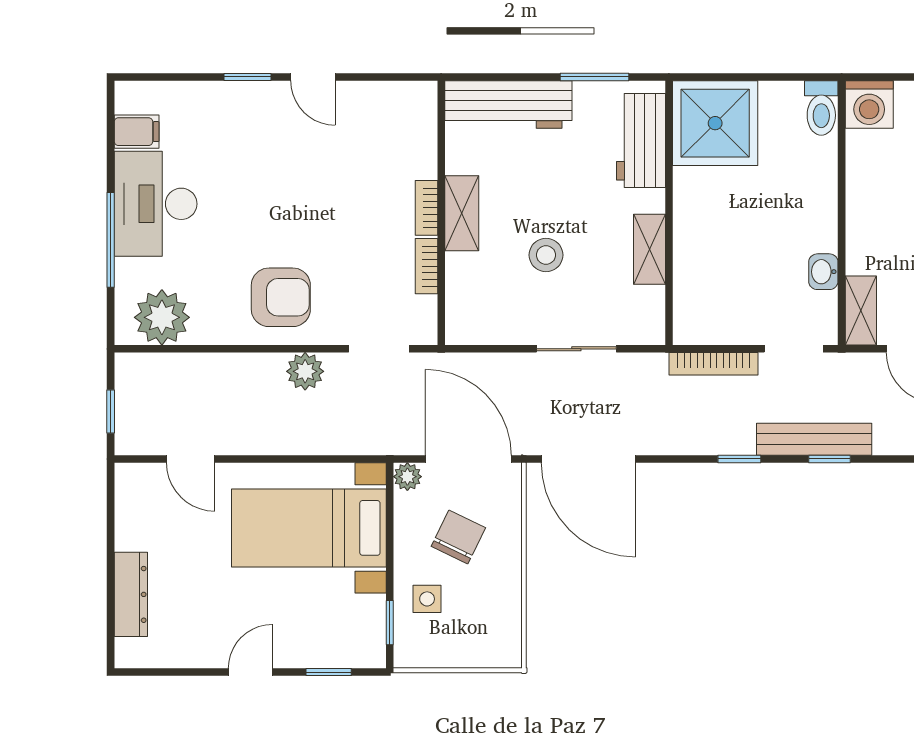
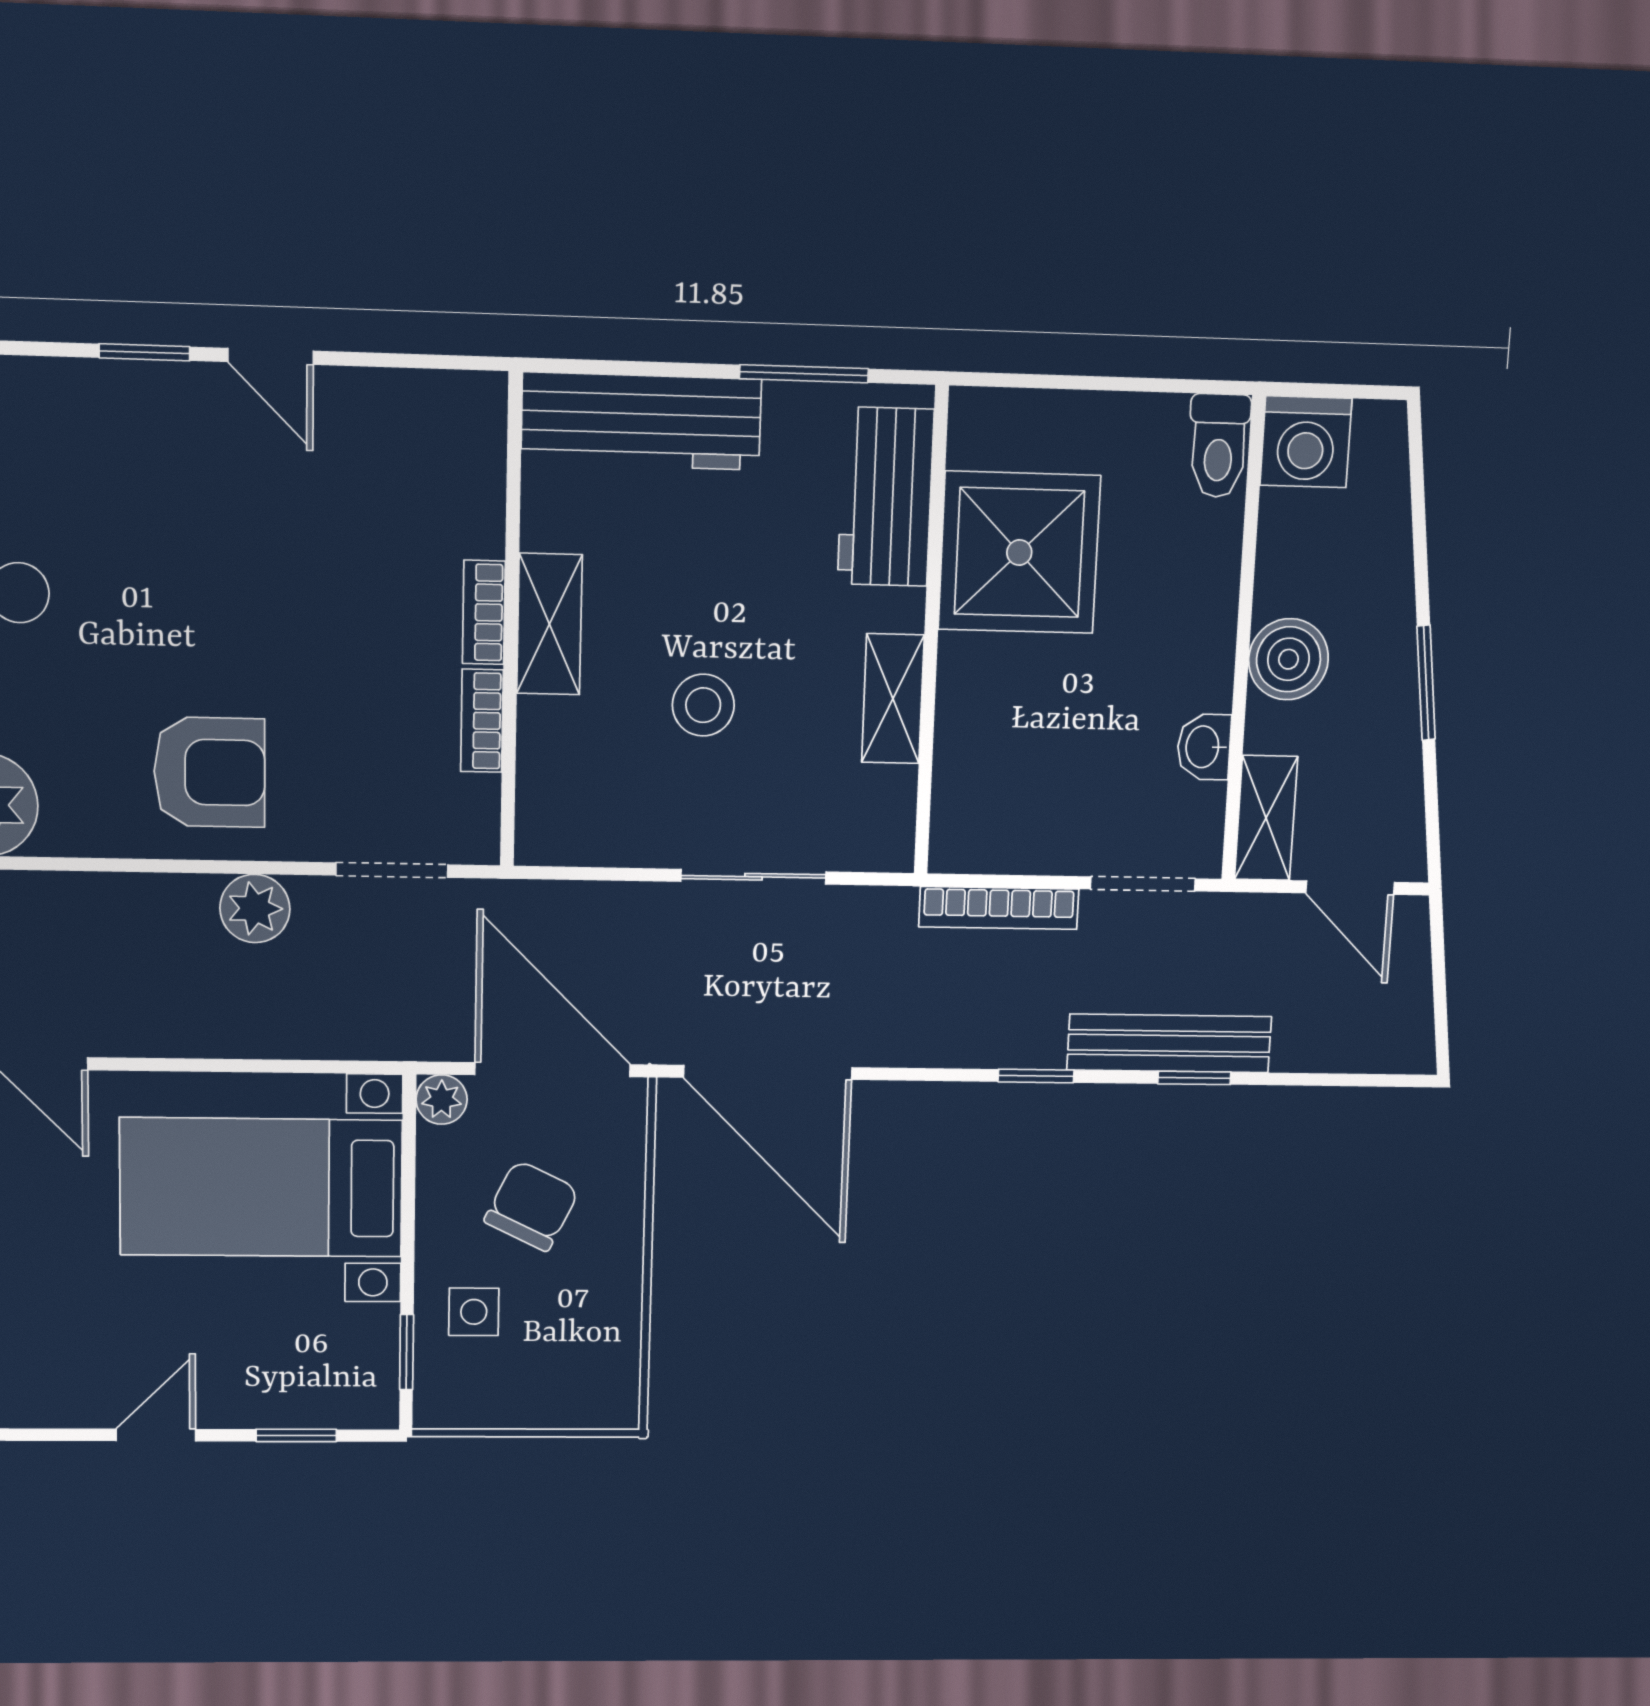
shower: (715, 123) -> (1019, 553), moved
boiler: (868, 222) -> (1288, 659), added

